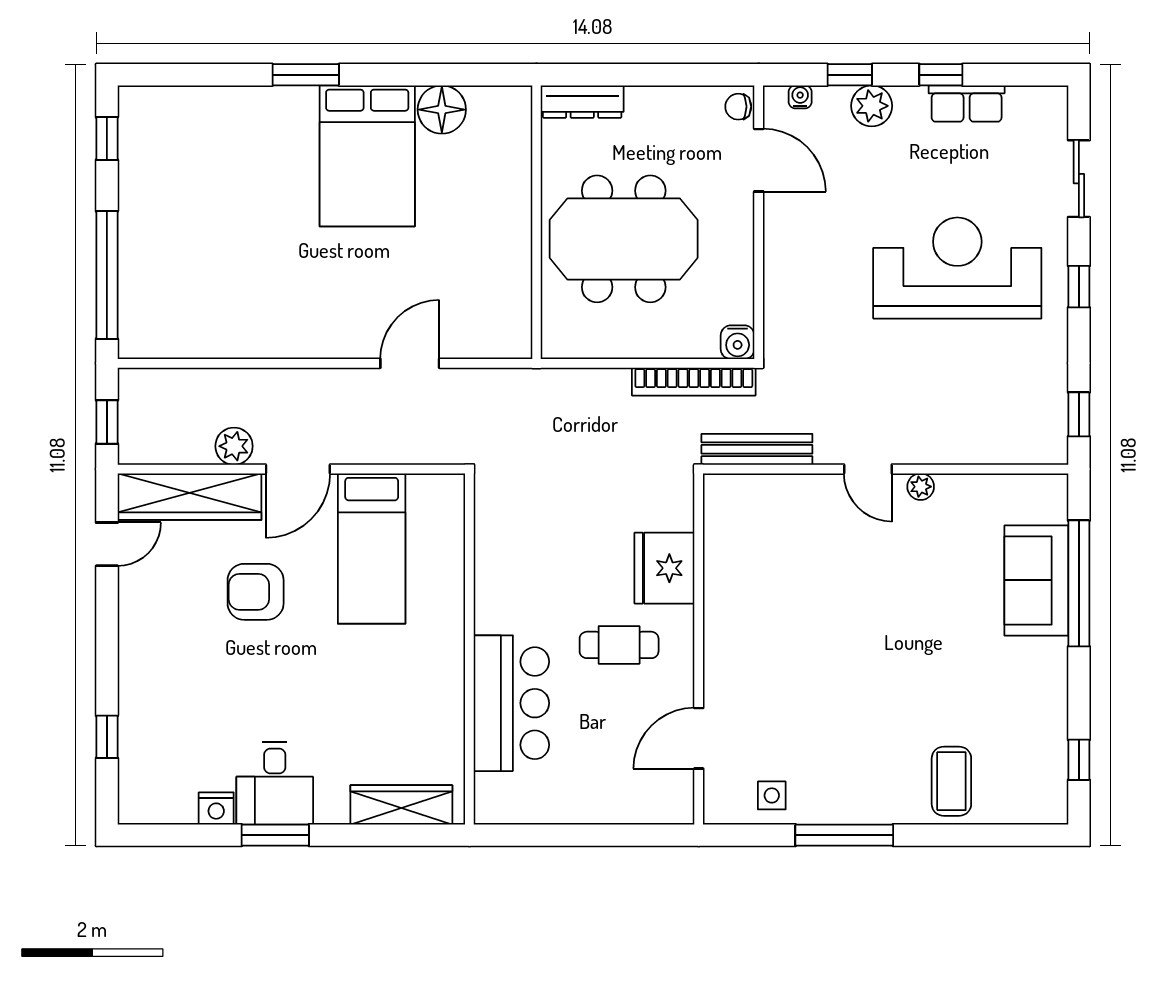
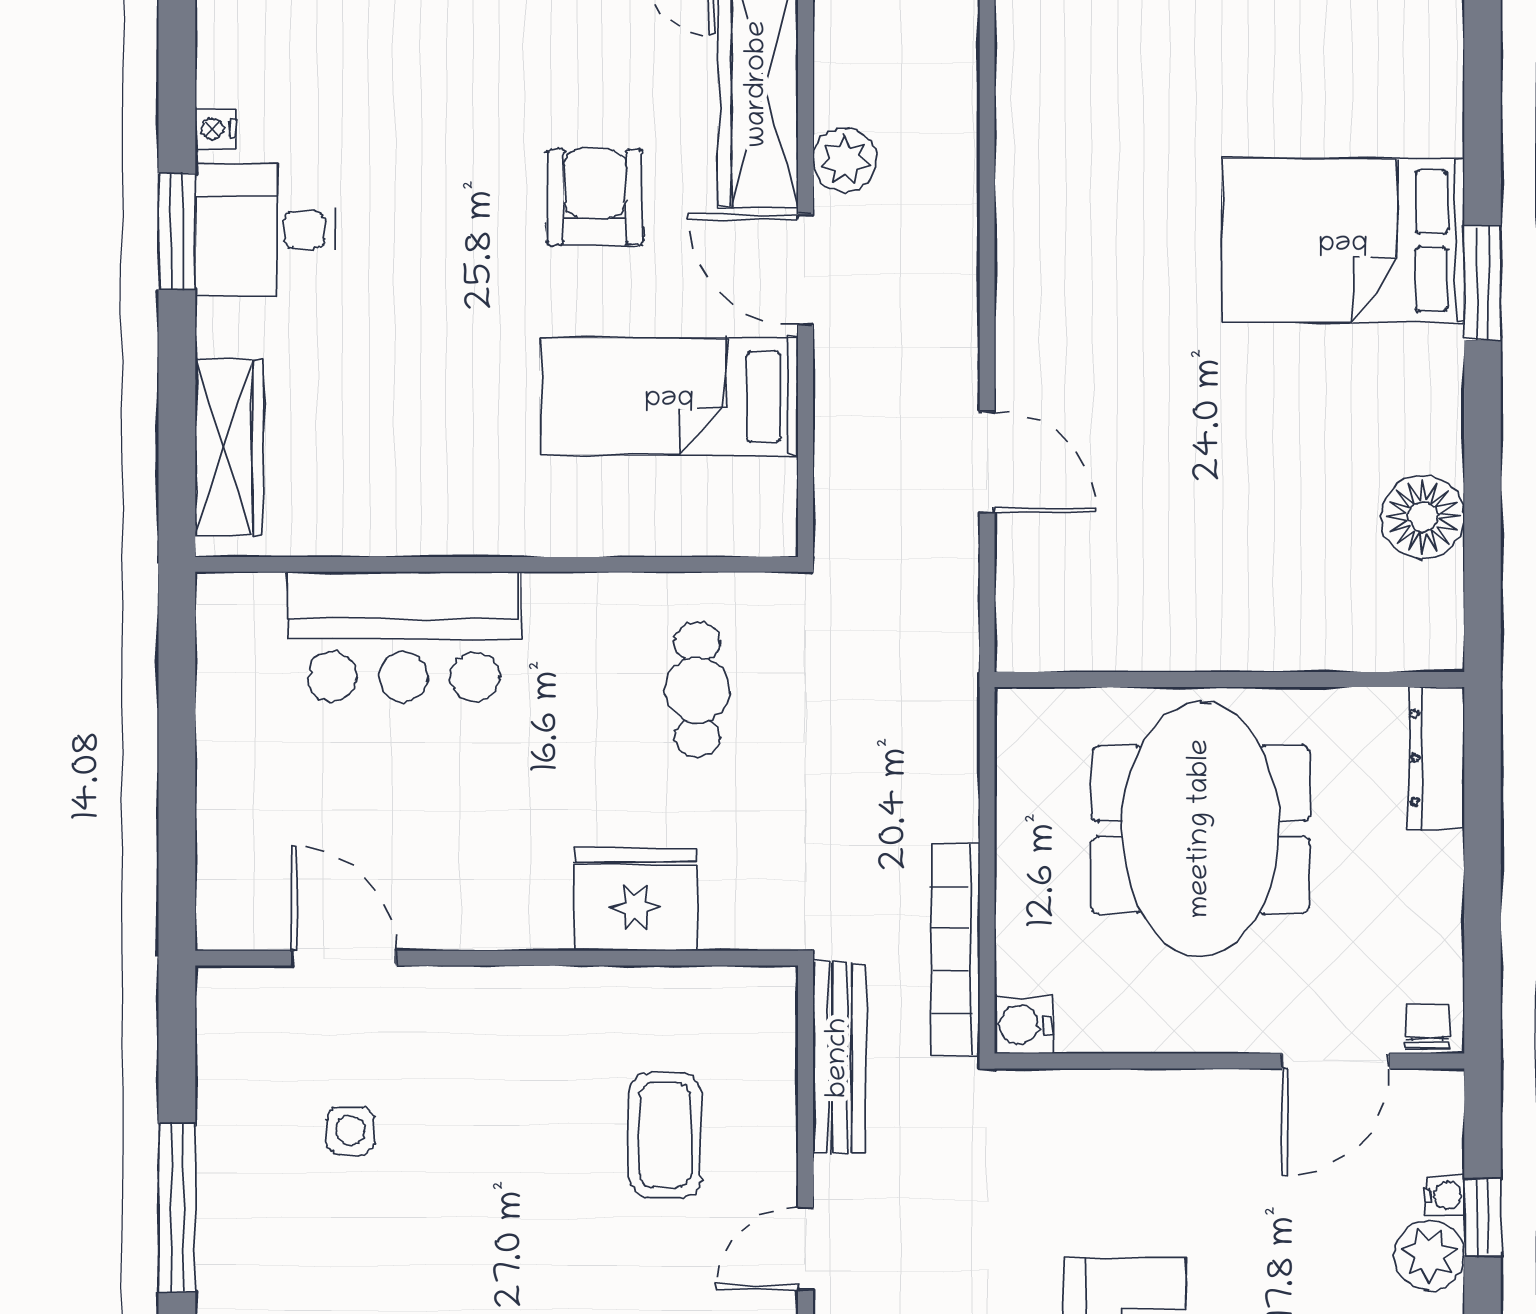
water cooler: (800, 97) -> (1445, 1195), moved
bed: (367, 156) -> (1343, 241), moved
coffee table: (802, 551) -> (665, 1135), added
cafe table: (619, 645) -> (697, 690), moved
side table: (772, 795) -> (350, 1131), moved
nightstand: (216, 808) -> (216, 129), width x0.72, depth x0.74

